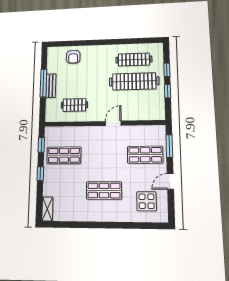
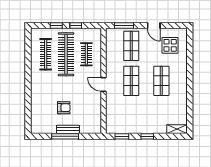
armchair: (73, 57) -> (64, 108), moved
clothes rail: (74, 105) -> (86, 54), moved
door: (113, 123) -> (104, 84), moved
shop shelf: (64, 155) -> (131, 81), moved

